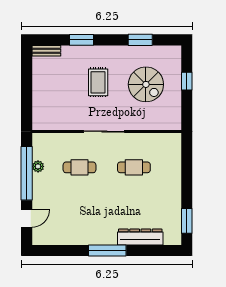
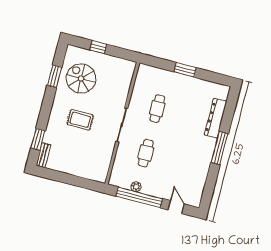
window: (82, 40) -> (38, 139), moved
spiral stairs: (146, 84) -> (81, 79), moved, turned -90
window: (187, 221) -> (185, 70), moved

